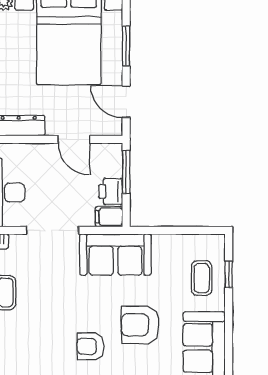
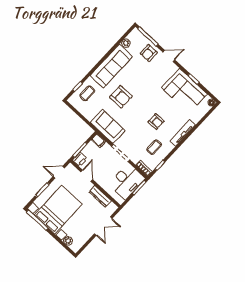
door: (126, 102) -> (59, 172), swing flipped
printer: (111, 191) -> (80, 159), moved
armchair: (90, 346) -> (156, 122), moved

